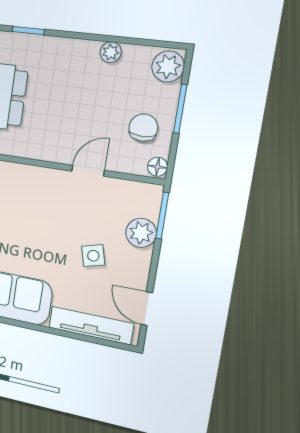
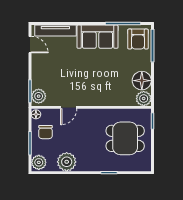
plant: (111, 52) -> (67, 162), width x1.87, depth x1.87
plant: (141, 233) -> (39, 96), moved
side table: (93, 256) -> (60, 66), removed

